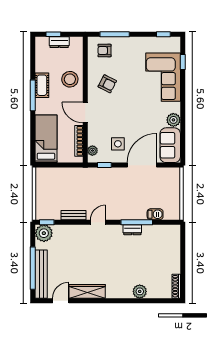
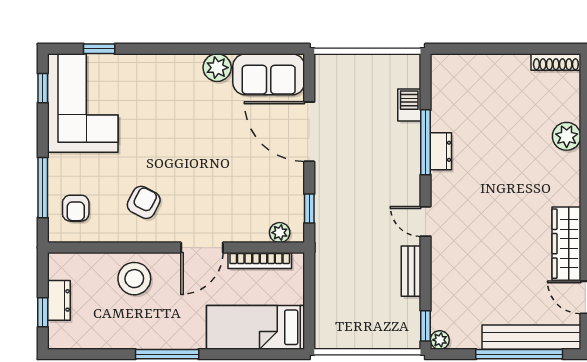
corner sofa: (163, 77) -> (83, 103), moved, turned -90
cot: (42, 85) -> (146, 336), removed
side table: (118, 144) -> (266, 181), removed
plant: (44, 233) -> (440, 340), width x0.53, depth x0.53

